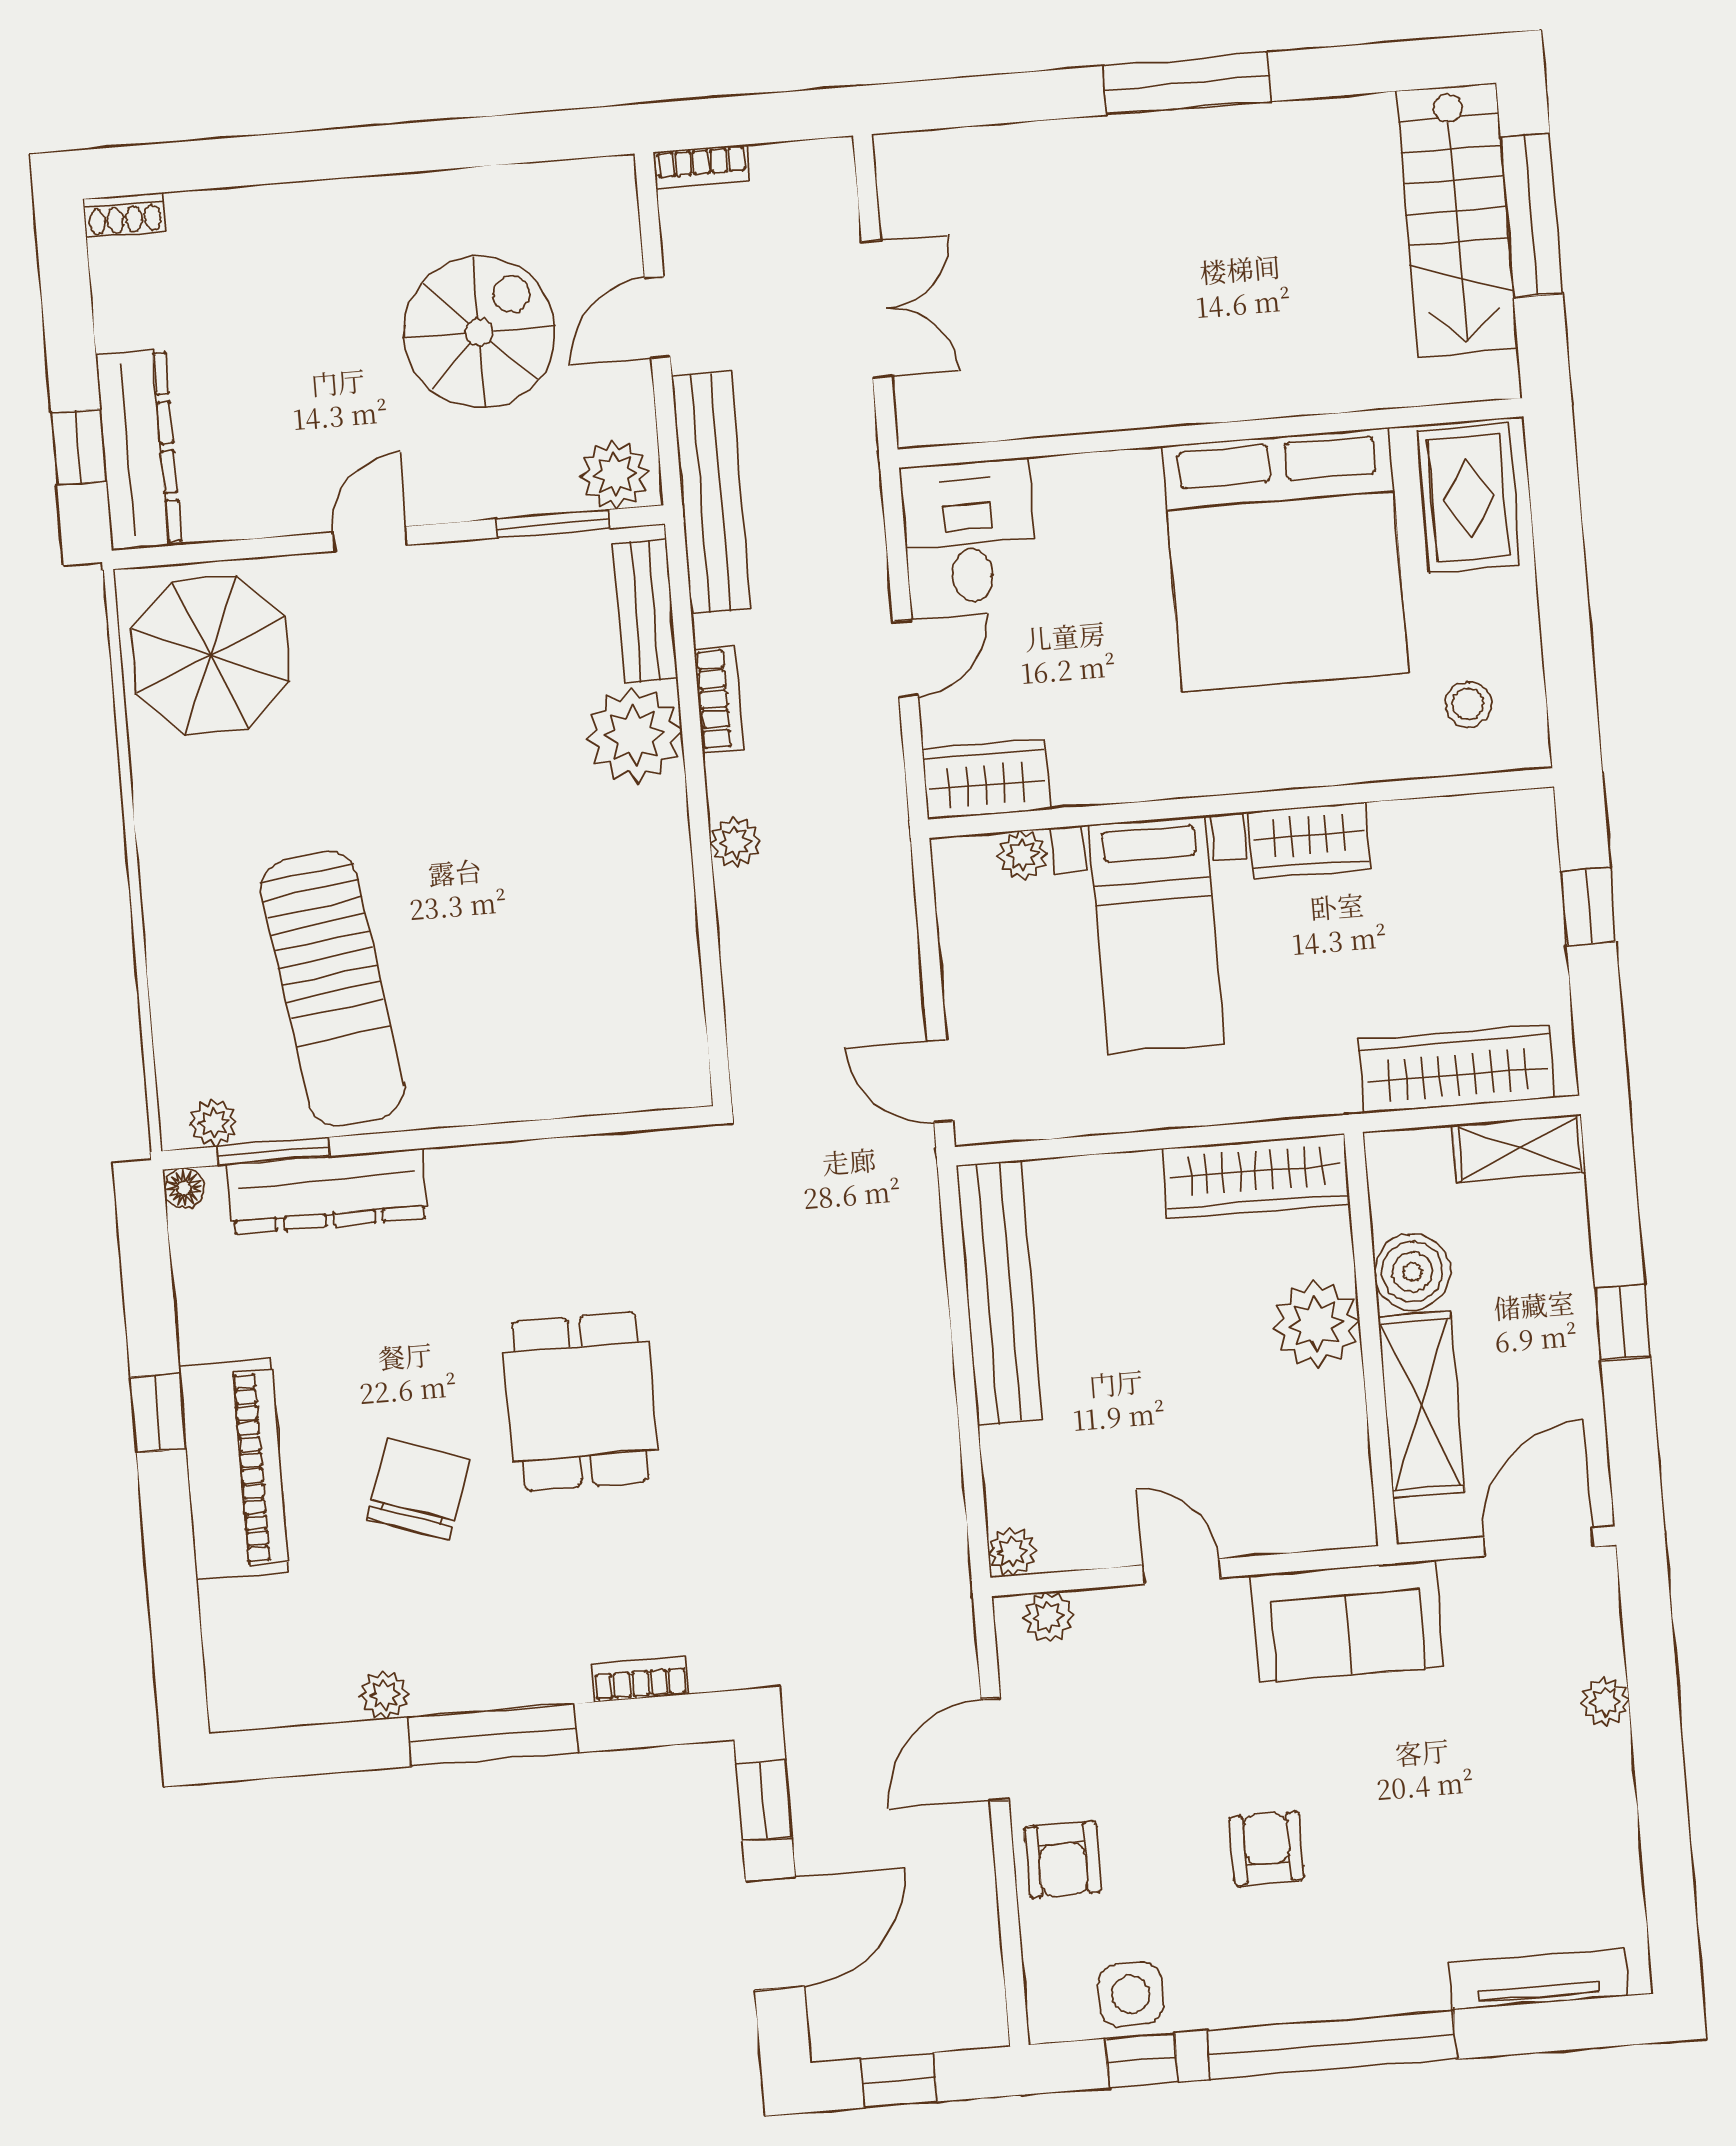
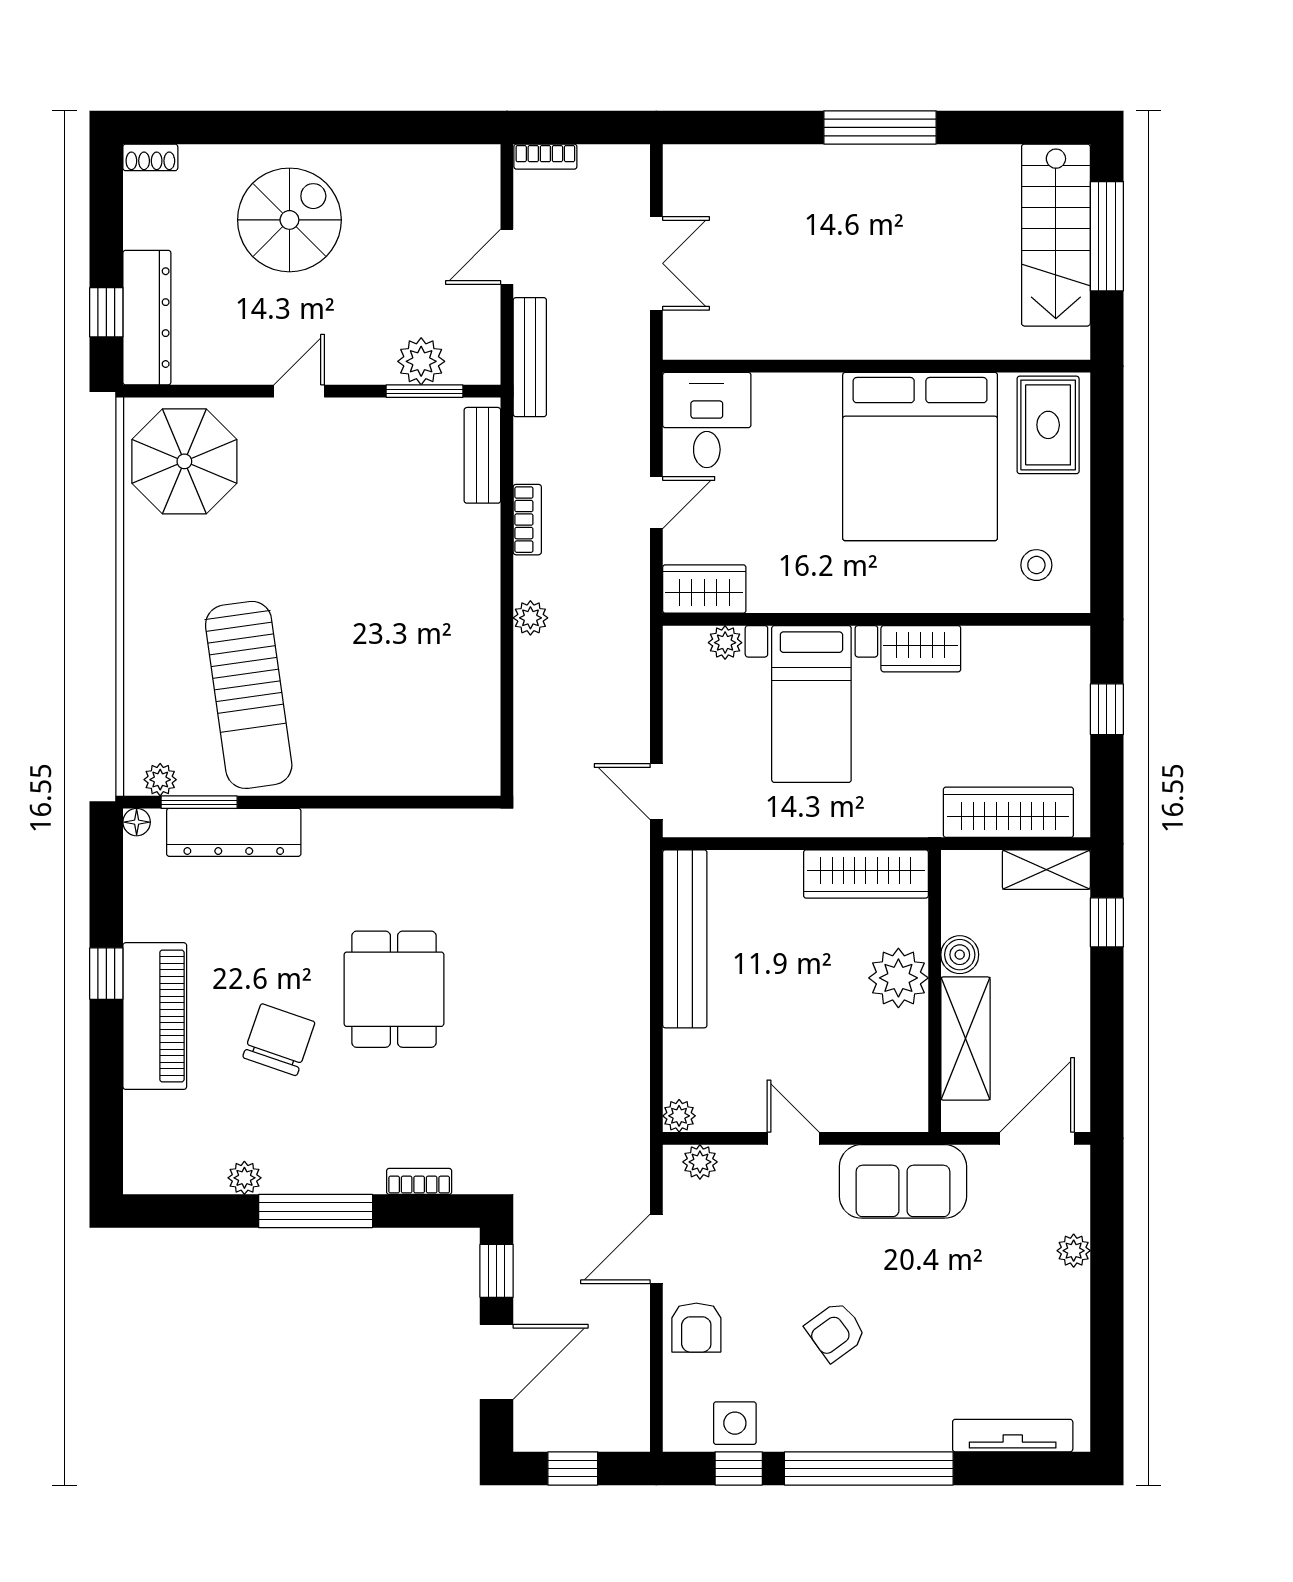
spiral stairs: (479, 332) -> (289, 220), moved
plant: (615, 475) -> (421, 361), moved
bench: (711, 493) -> (530, 357), width x0.73, depth x0.82
plant: (634, 735) -> (468, 539), removed
boiler: (1412, 1272) -> (960, 955), width x0.73, depth x0.73
window: (1623, 1323) -> (1107, 922), moved
armchair: (1267, 1848) -> (836, 1331), turned -126

